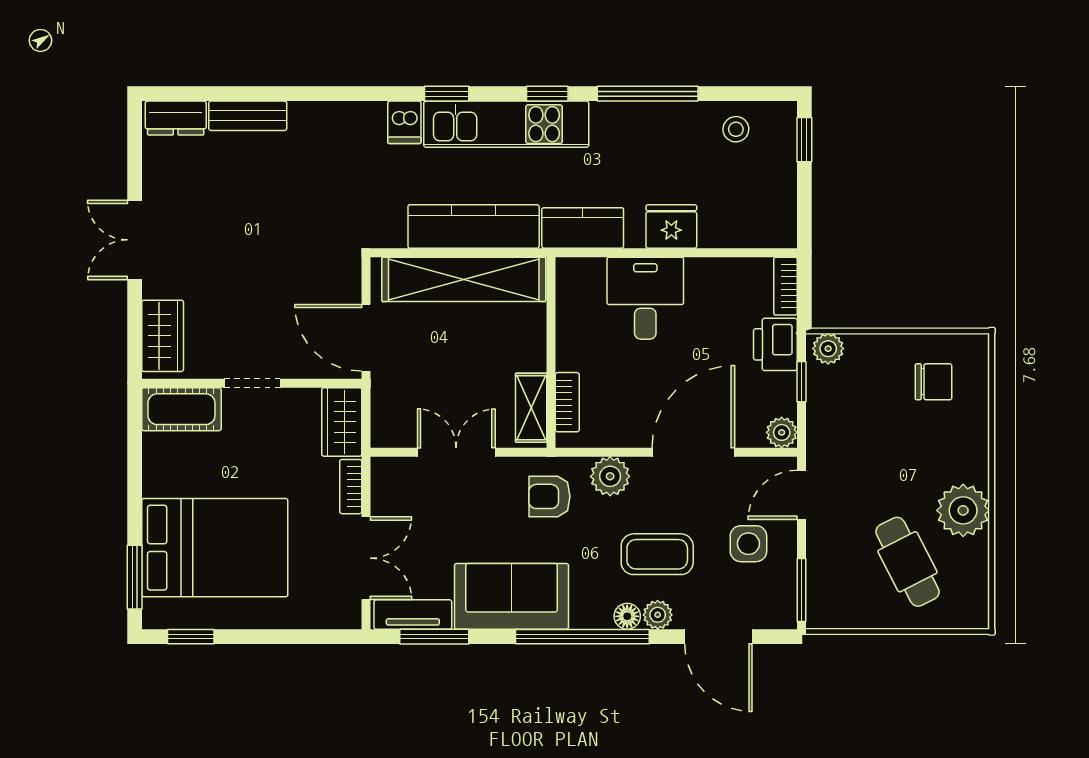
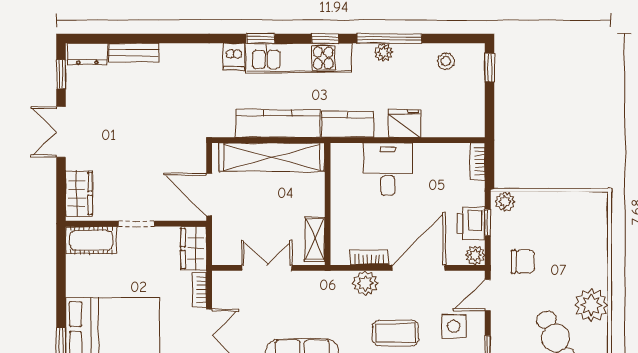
plant: (638, 115) -> (383, 52), added
window: (135, 150) -> (61, 74), added
printer: (775, 344) -> (471, 223), moved
chair: (933, 382) -> (523, 262), moved
bookcase: (567, 402) -> (369, 257), moved, turned -90
armchair: (549, 496) -> (327, 296), removed

